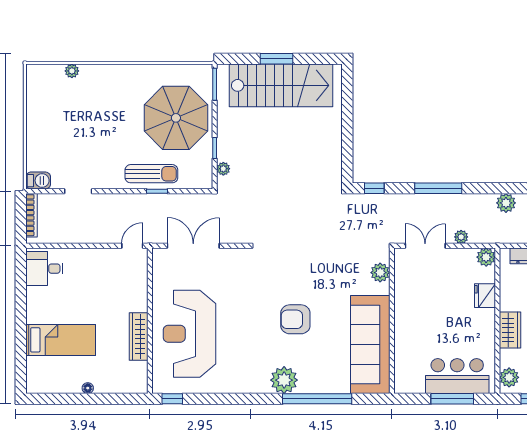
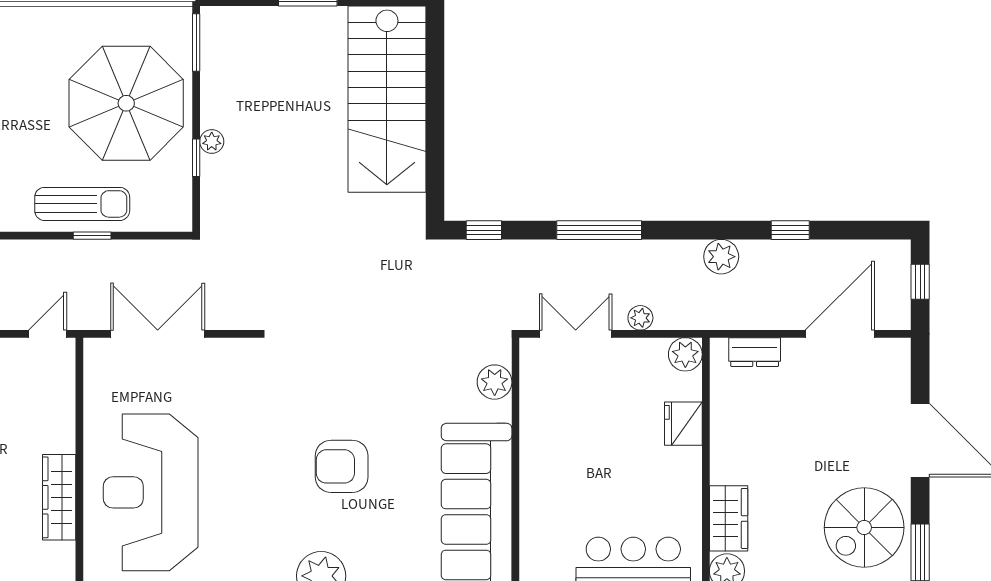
stairs: (281, 85) -> (387, 99), moved, turned 90
plant: (223, 169) -> (212, 141), moved
wardrobe: (510, 330) -> (729, 518), moved

